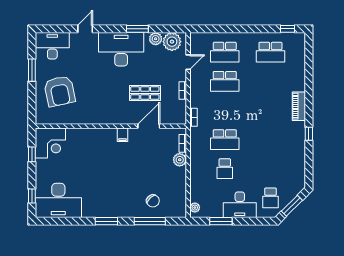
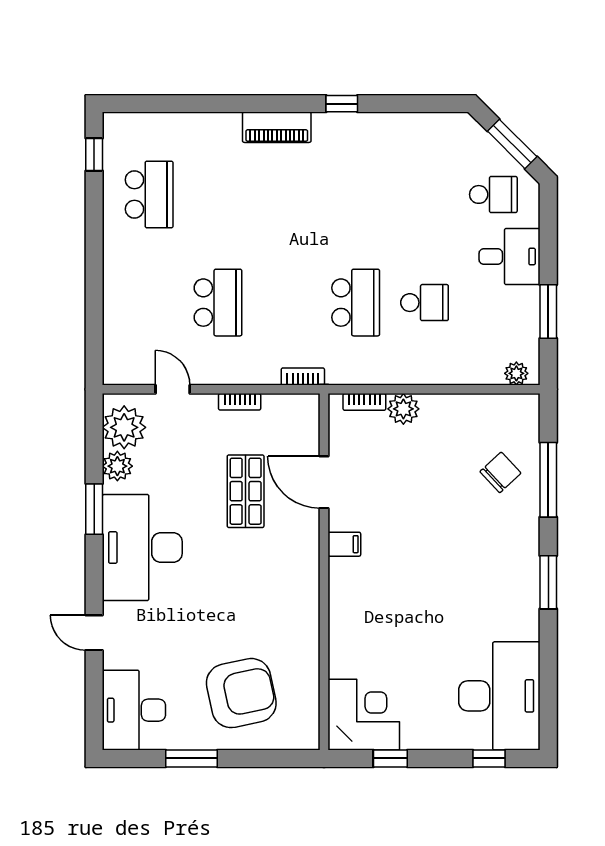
school desk: (225, 52) -> (149, 303), removed
desk: (240, 205) -> (510, 257), width x0.73

